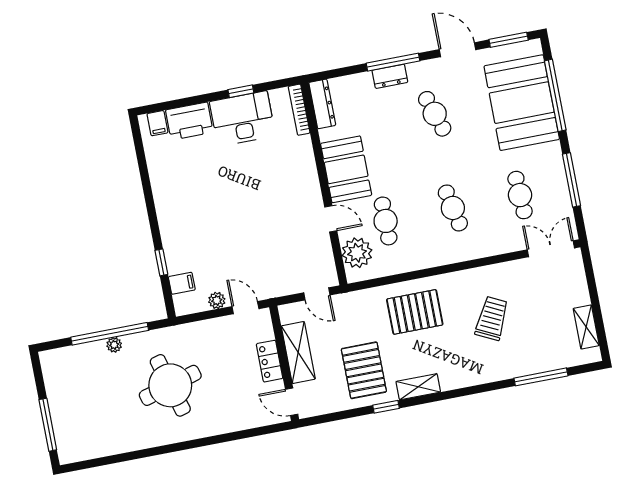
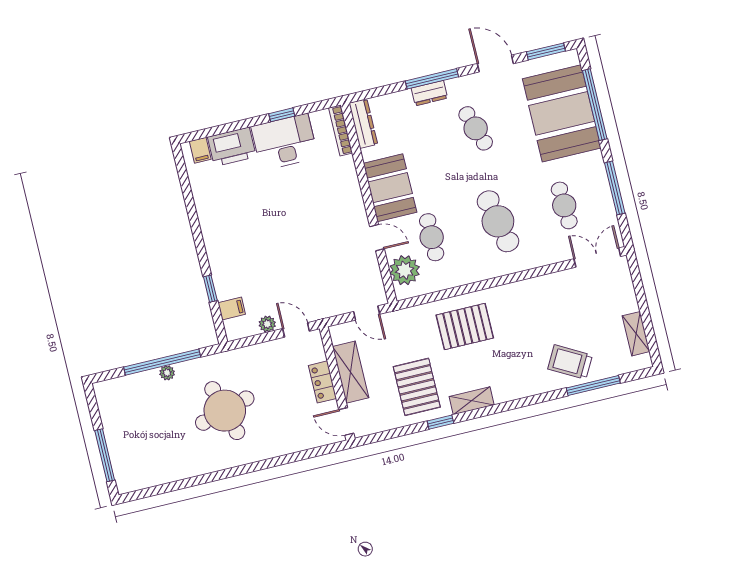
cafe table: (453, 208) -> (498, 221), width x1.37, depth x1.35
trolley: (492, 318) -> (570, 362), moved, turned -87

